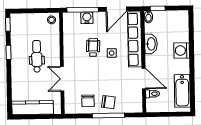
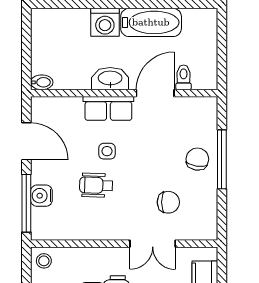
window: (158, 8) -> (26, 65), removed
row of seats: (135, 39) -> (108, 108), width x0.50
washbasin: (151, 44) -> (110, 79), moved
bathtub: (182, 91) -> (151, 22), moved
chair: (88, 101) -> (168, 202), moved

